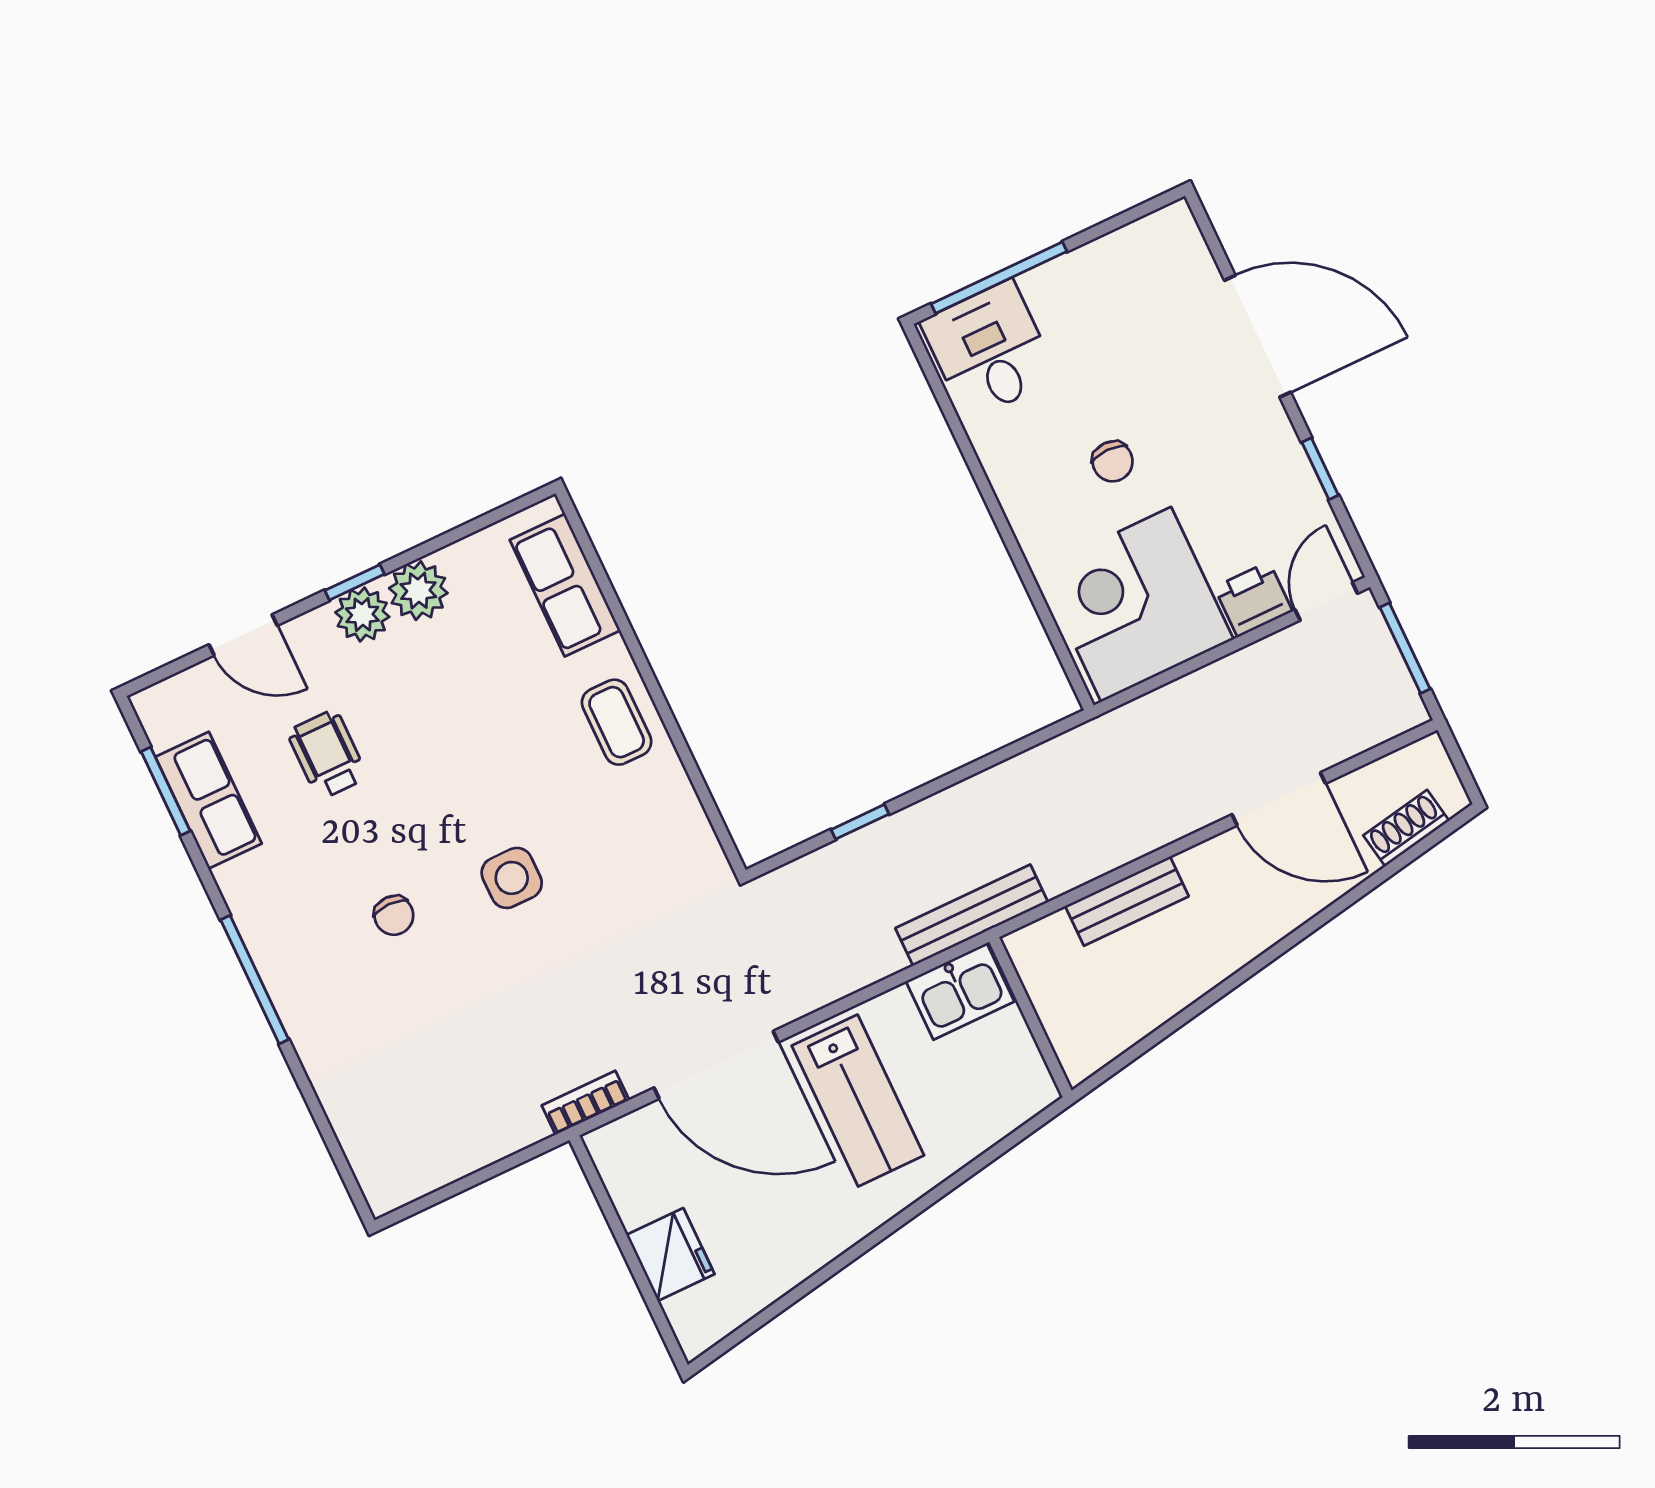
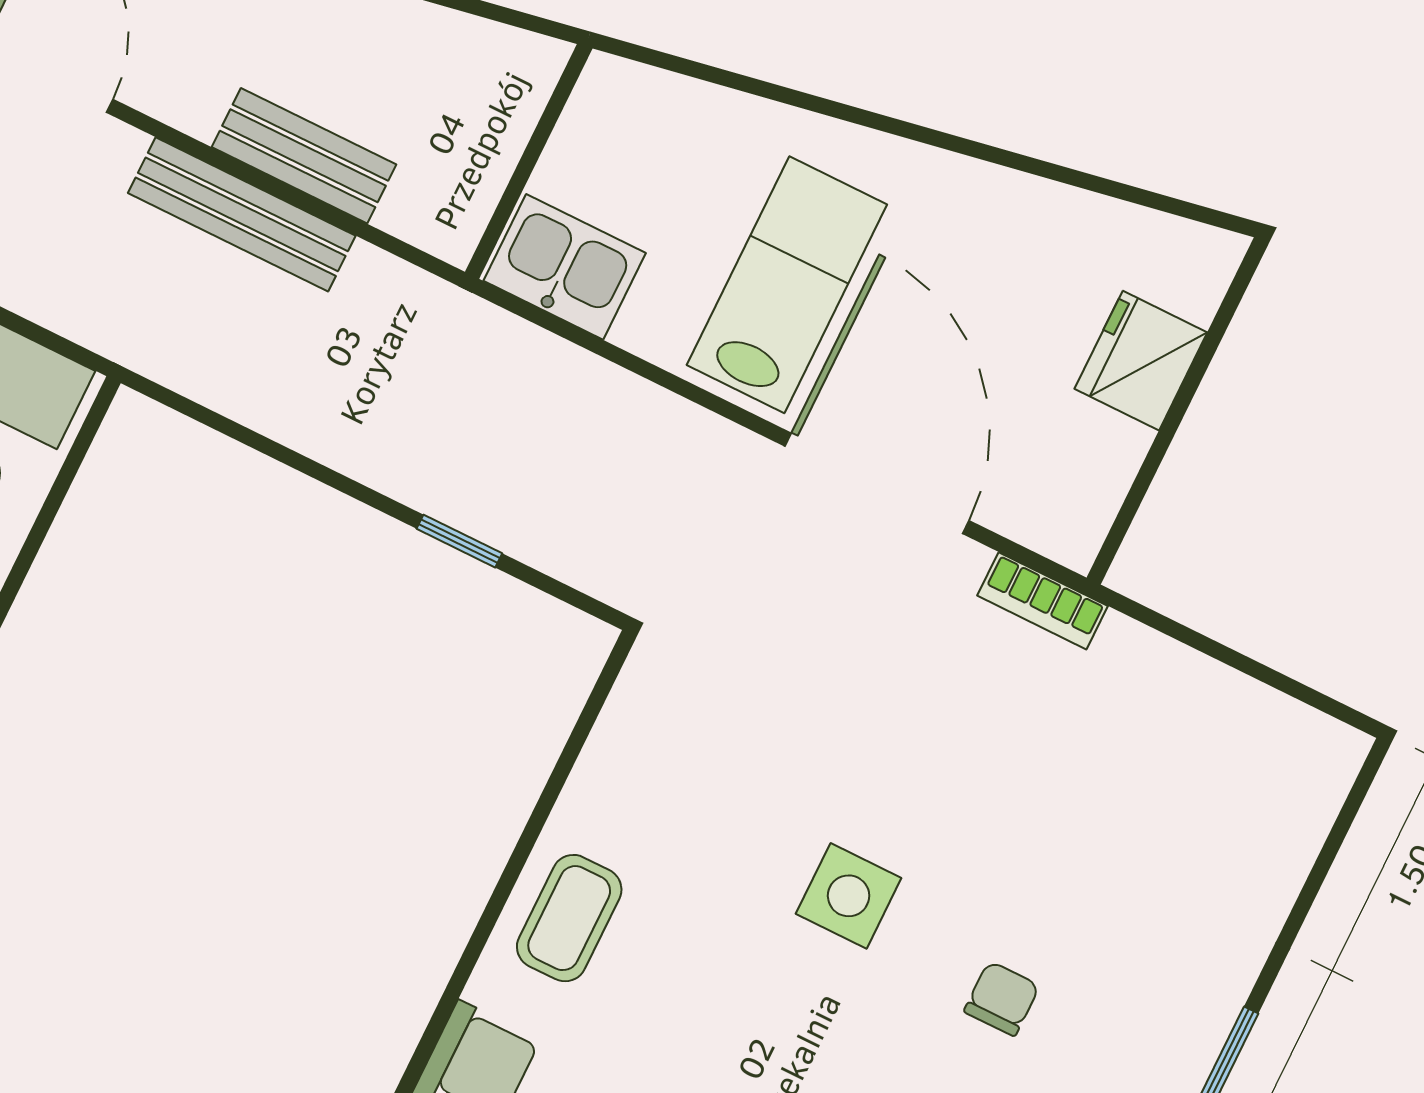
bench: (972, 915) -> (242, 214), moved

